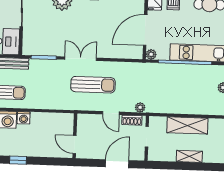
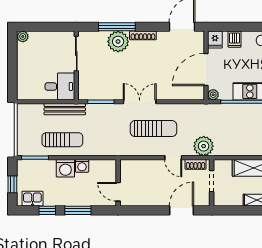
plant: (140, 107) -> (204, 146), width x1.87, depth x1.87
wall: (75, 136) -> (118, 183), moved
door: (75, 144) -> (118, 192), moved
window: (18, 160) -> (78, 210), width x1.50

